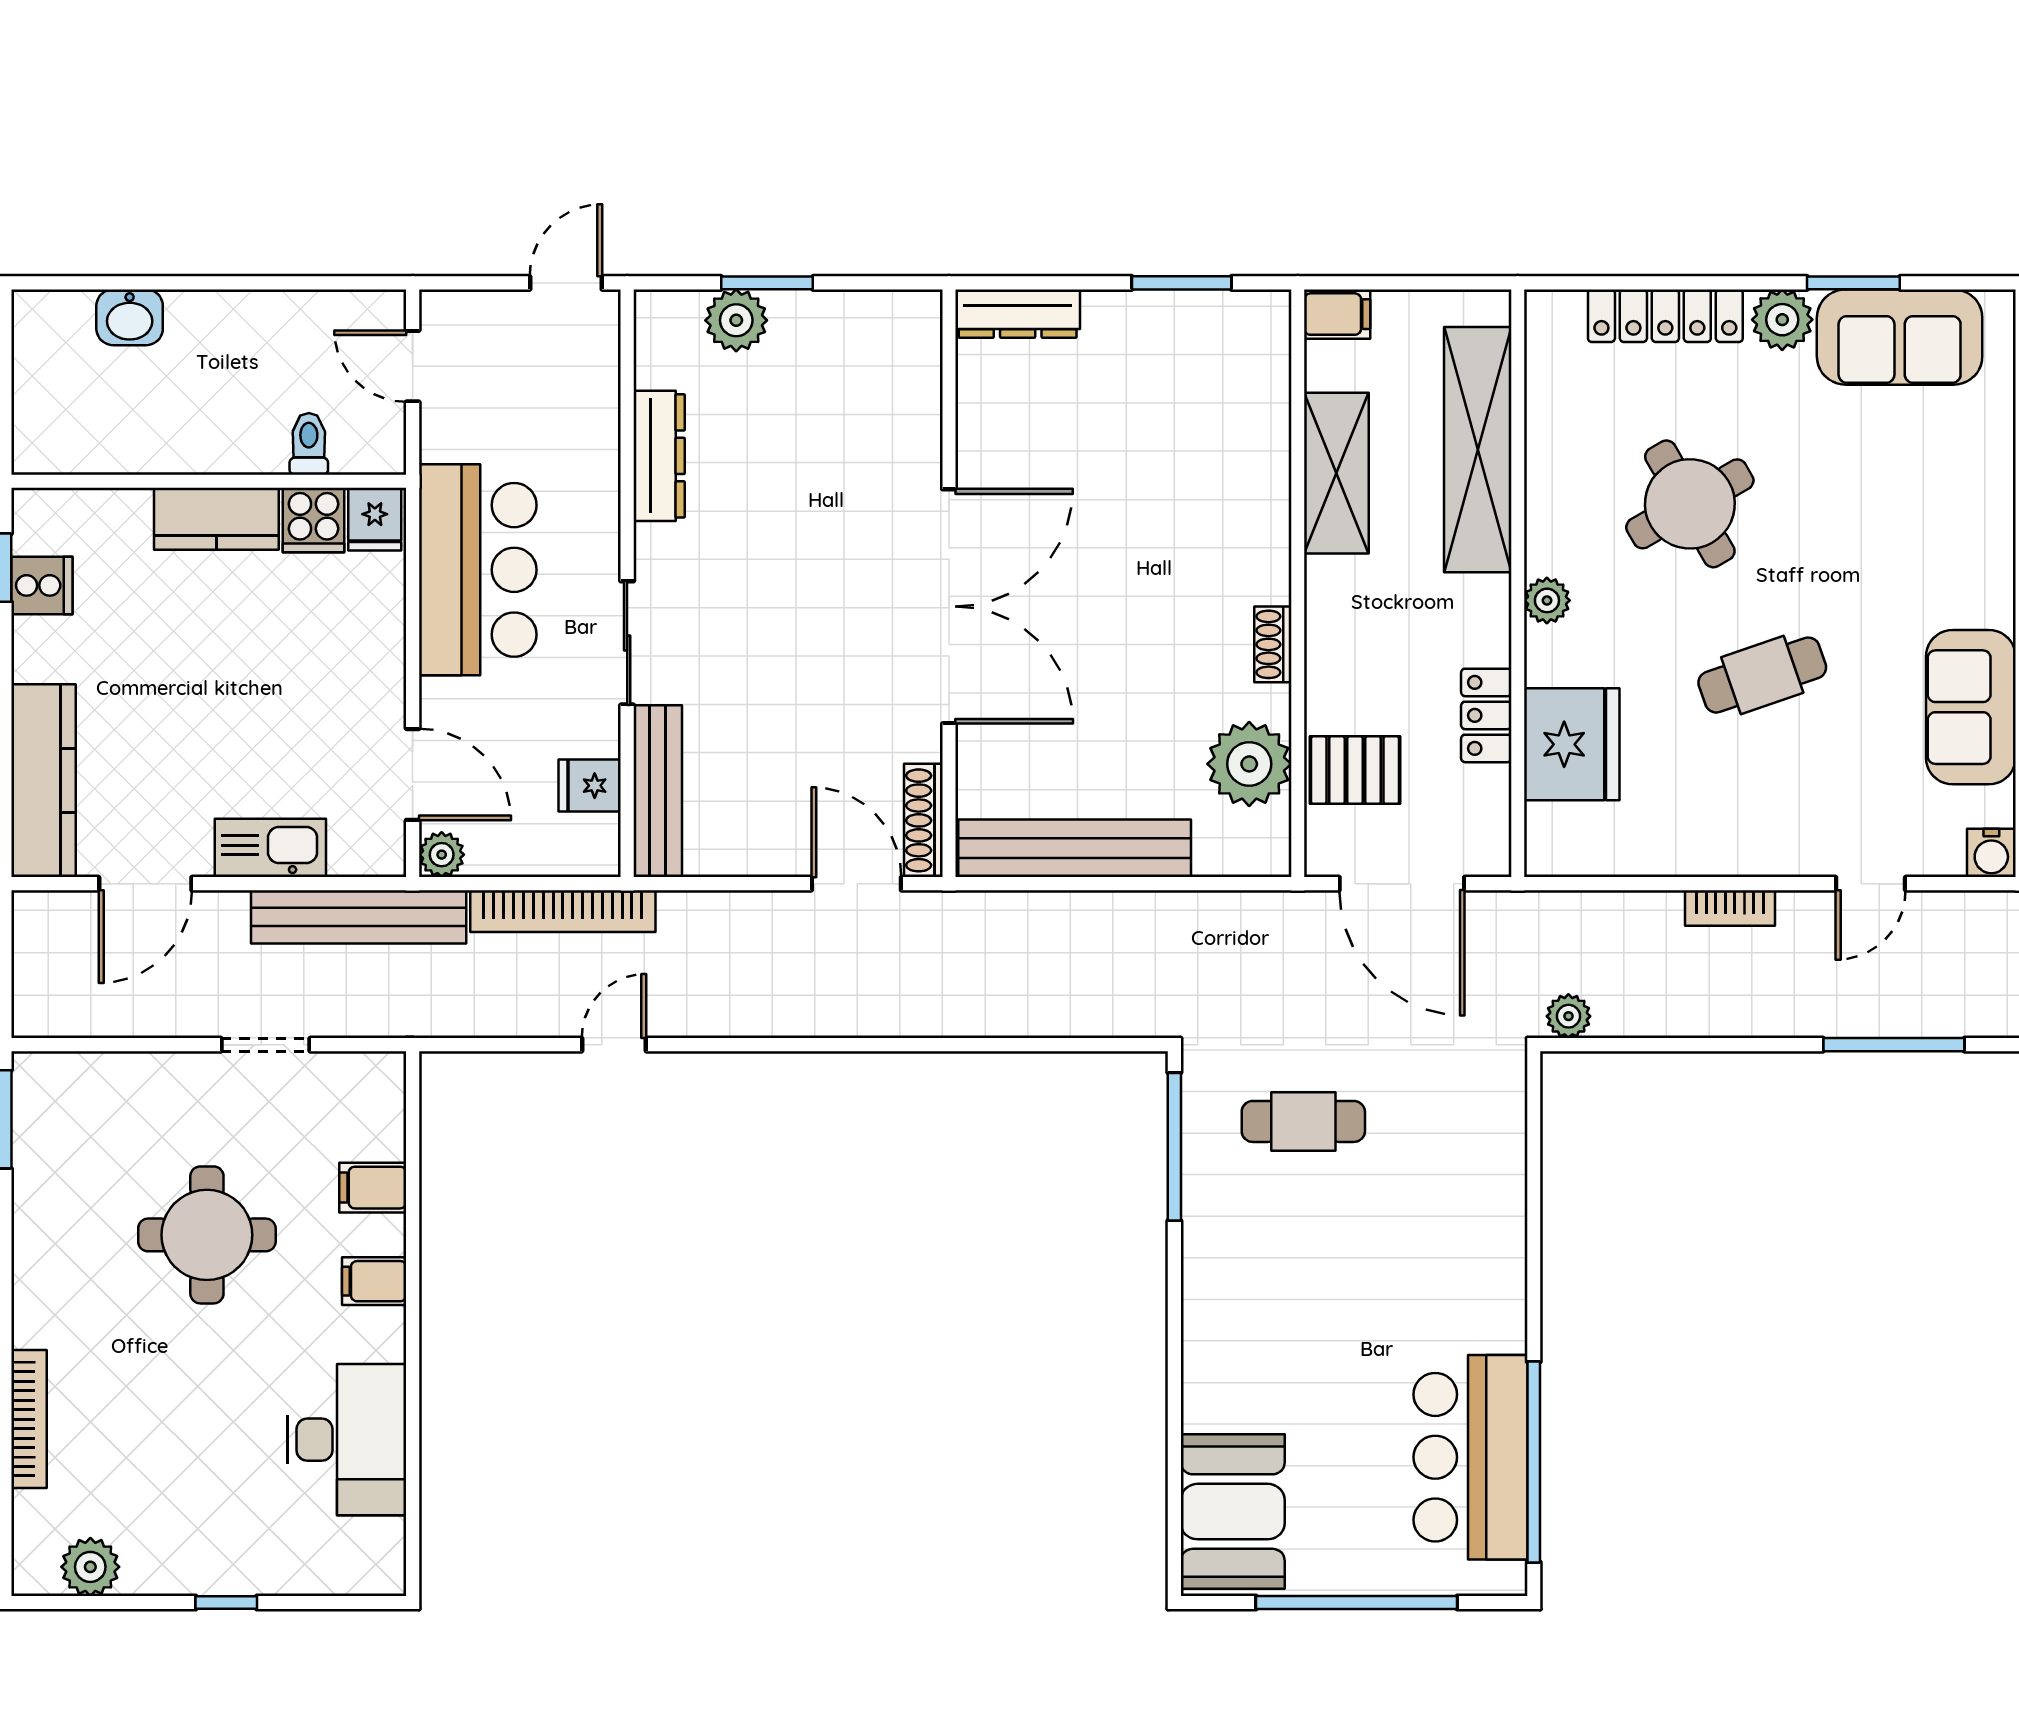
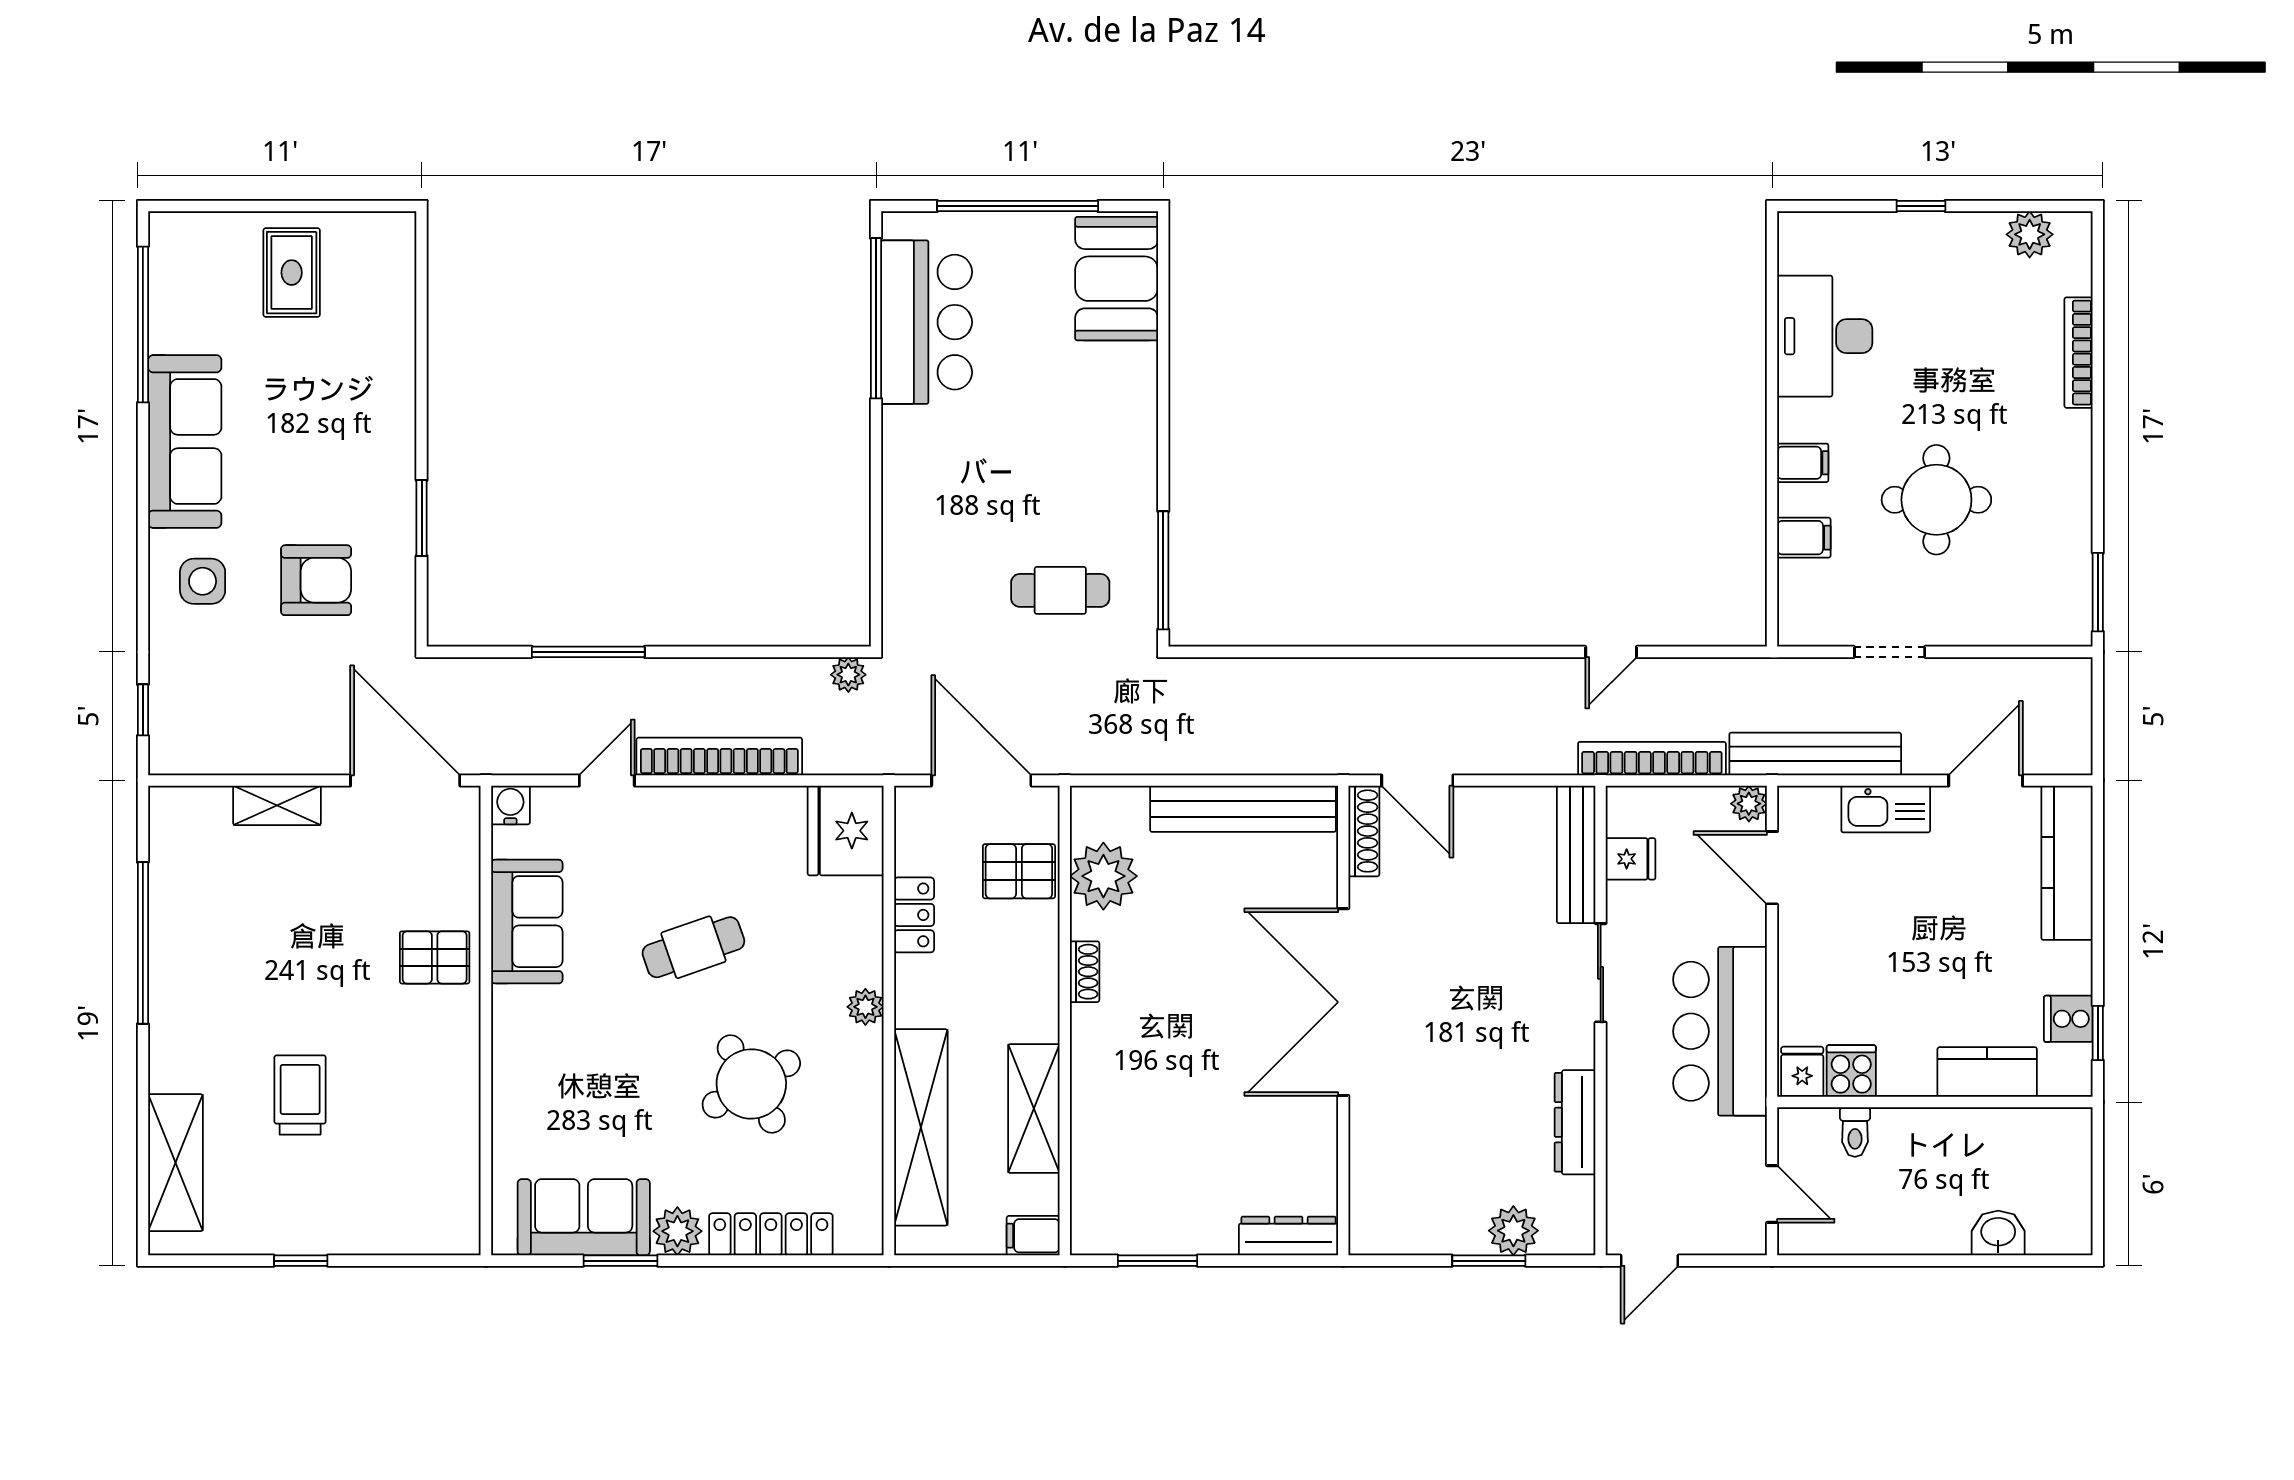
kitchen counter: (216, 519) -> (1987, 1072), moved
fridge: (1572, 744) -> (846, 831), moved
bookcase: (1730, 908) -> (719, 757), width x2.31, depth x1.31

